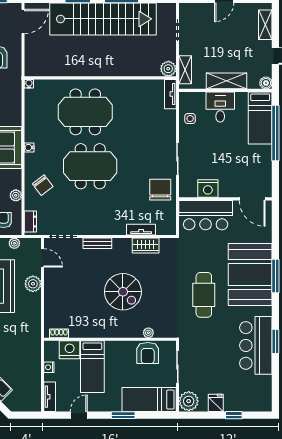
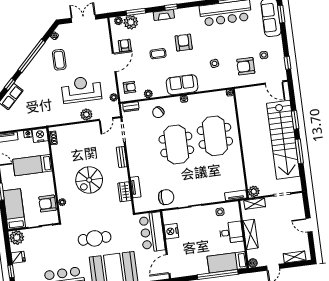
nightstand: (70, 350) -> (40, 135), moved, turned -90

